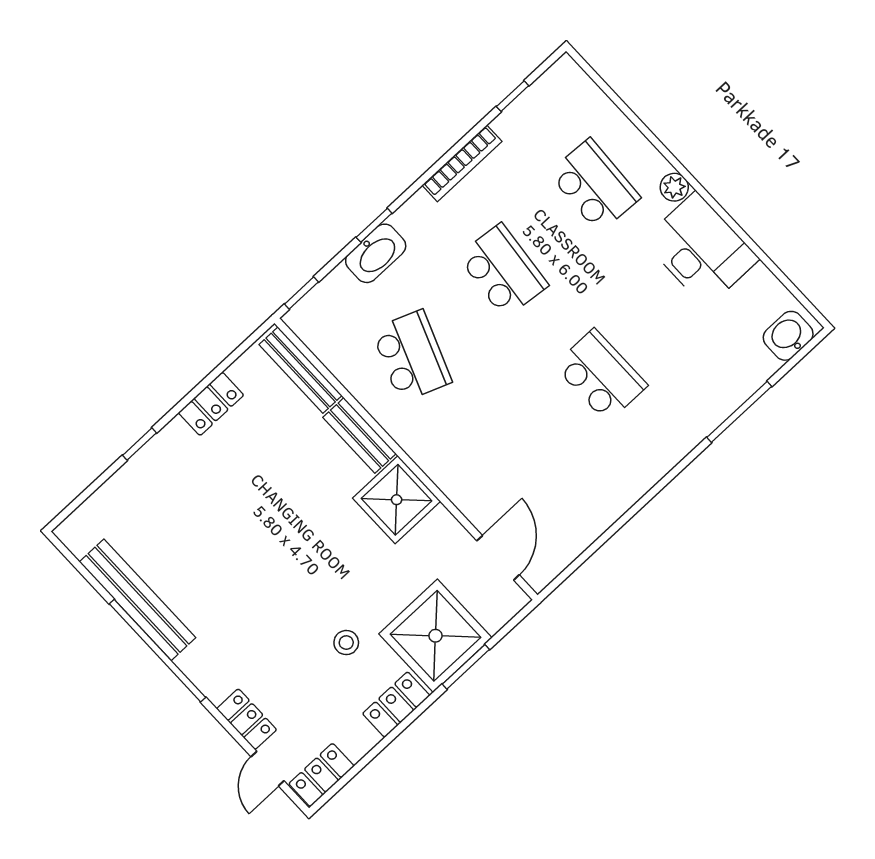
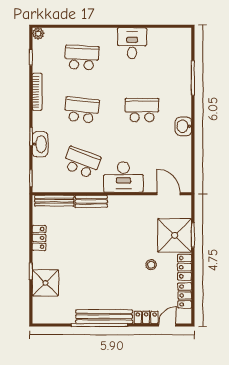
plant: (674, 187) -> (38, 33), moved
desk: (701, 250) -> (132, 43), width x0.73
washbasin: (788, 336) -> (183, 126), moved
desk: (454, 452) -> (123, 177), added
shower: (397, 500) -> (45, 283), moved
bench: (138, 600) -> (104, 317), moved
door: (268, 769) -> (167, 325), swing flipped
locker: (321, 775) -> (185, 295), moved

